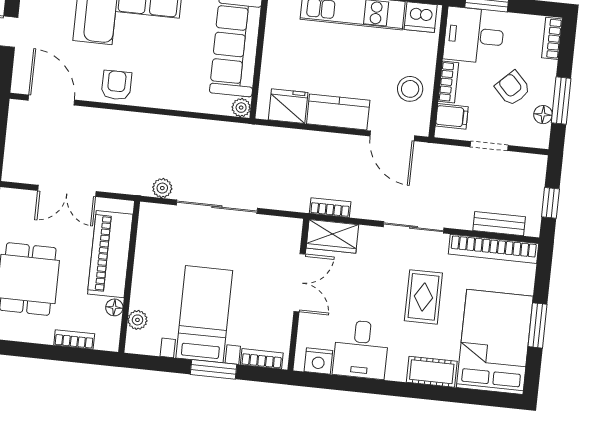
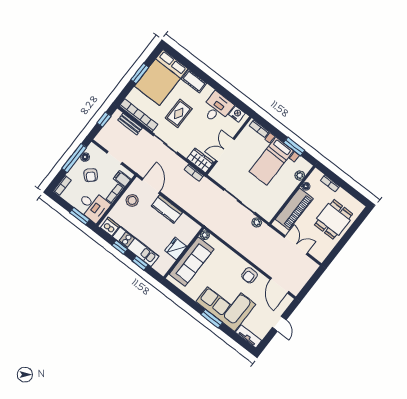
window: (561, 101) -> (74, 158), width x1.44
fridge: (288, 106) -> (176, 249), moved, turned 90
window: (214, 369) -> (294, 147), moved

